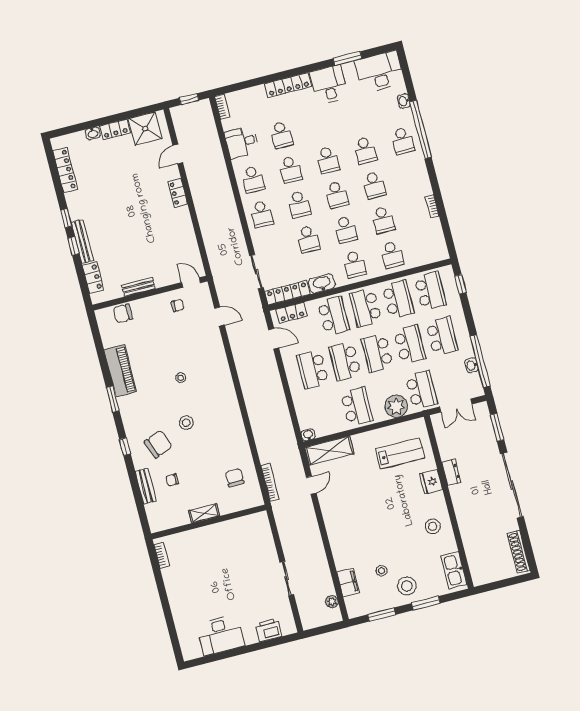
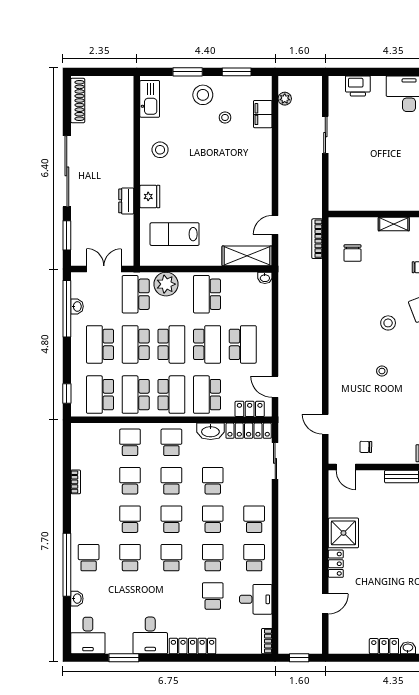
desk: (379, 72) -> (88, 635), width x0.73
shower: (145, 129) -> (343, 533), moved

